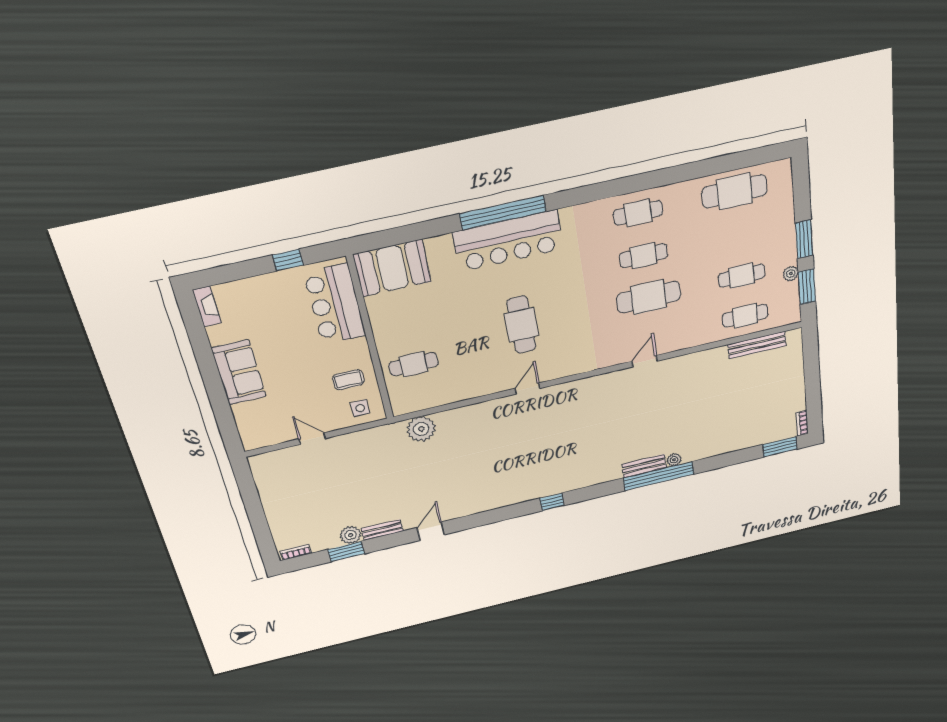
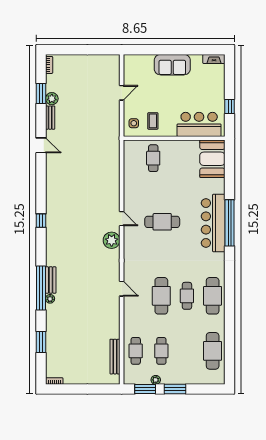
cafe table: (638, 213) -> (213, 296), width x1.37, depth x1.35
plant: (421, 429) -> (112, 240), moved
window: (780, 447) -> (41, 342), moved

